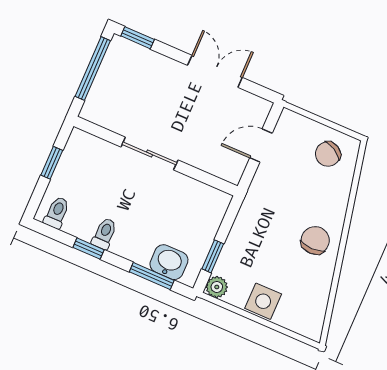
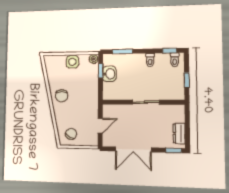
dresser: (113, 66) -> (179, 133), added
window: (93, 69) -> (187, 129), removed
double door: (215, 71) -> (133, 149), width x1.37
window: (88, 249) -> (170, 51), moved
washbasin: (169, 262) -> (109, 74), moved, turned -90

